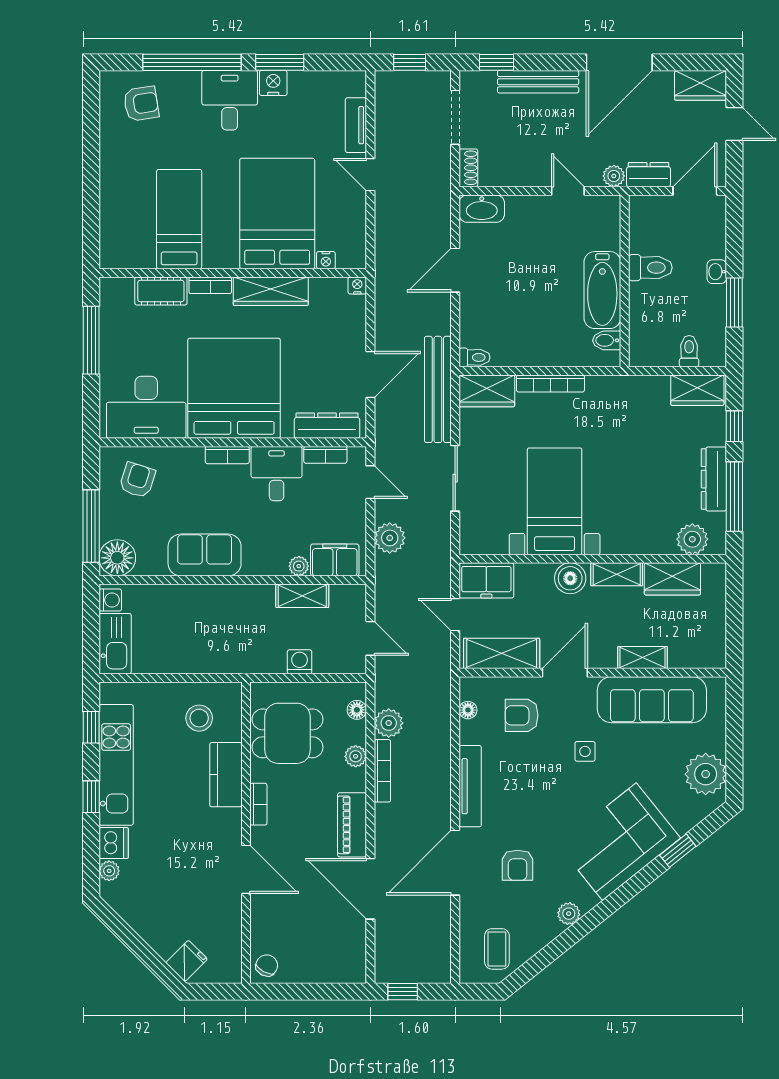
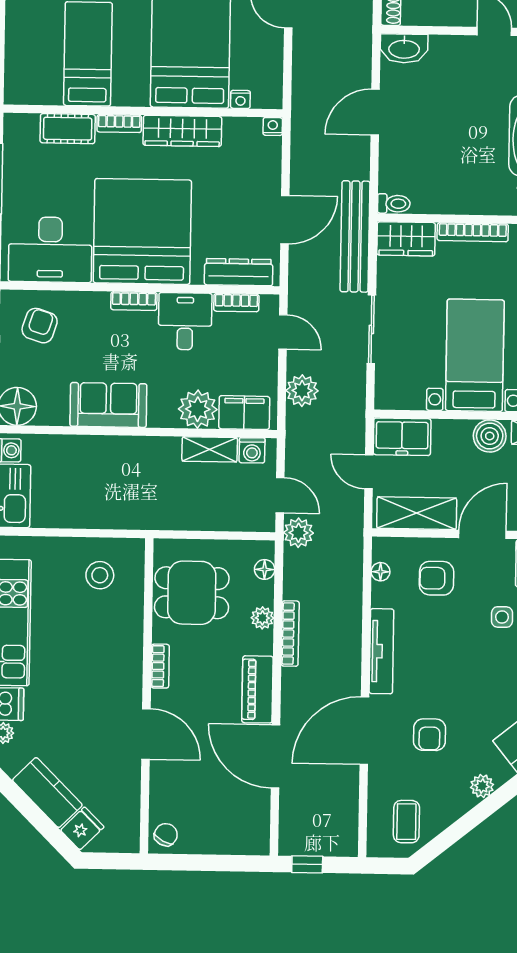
plant: (299, 566) -> (198, 409), width x1.88, depth x1.88
washing machine: (300, 662) -> (252, 450), moved, turned 180
plant: (389, 723) -> (298, 533), moved
kitchen counter: (226, 775) -> (47, 793), moved, turned 135

